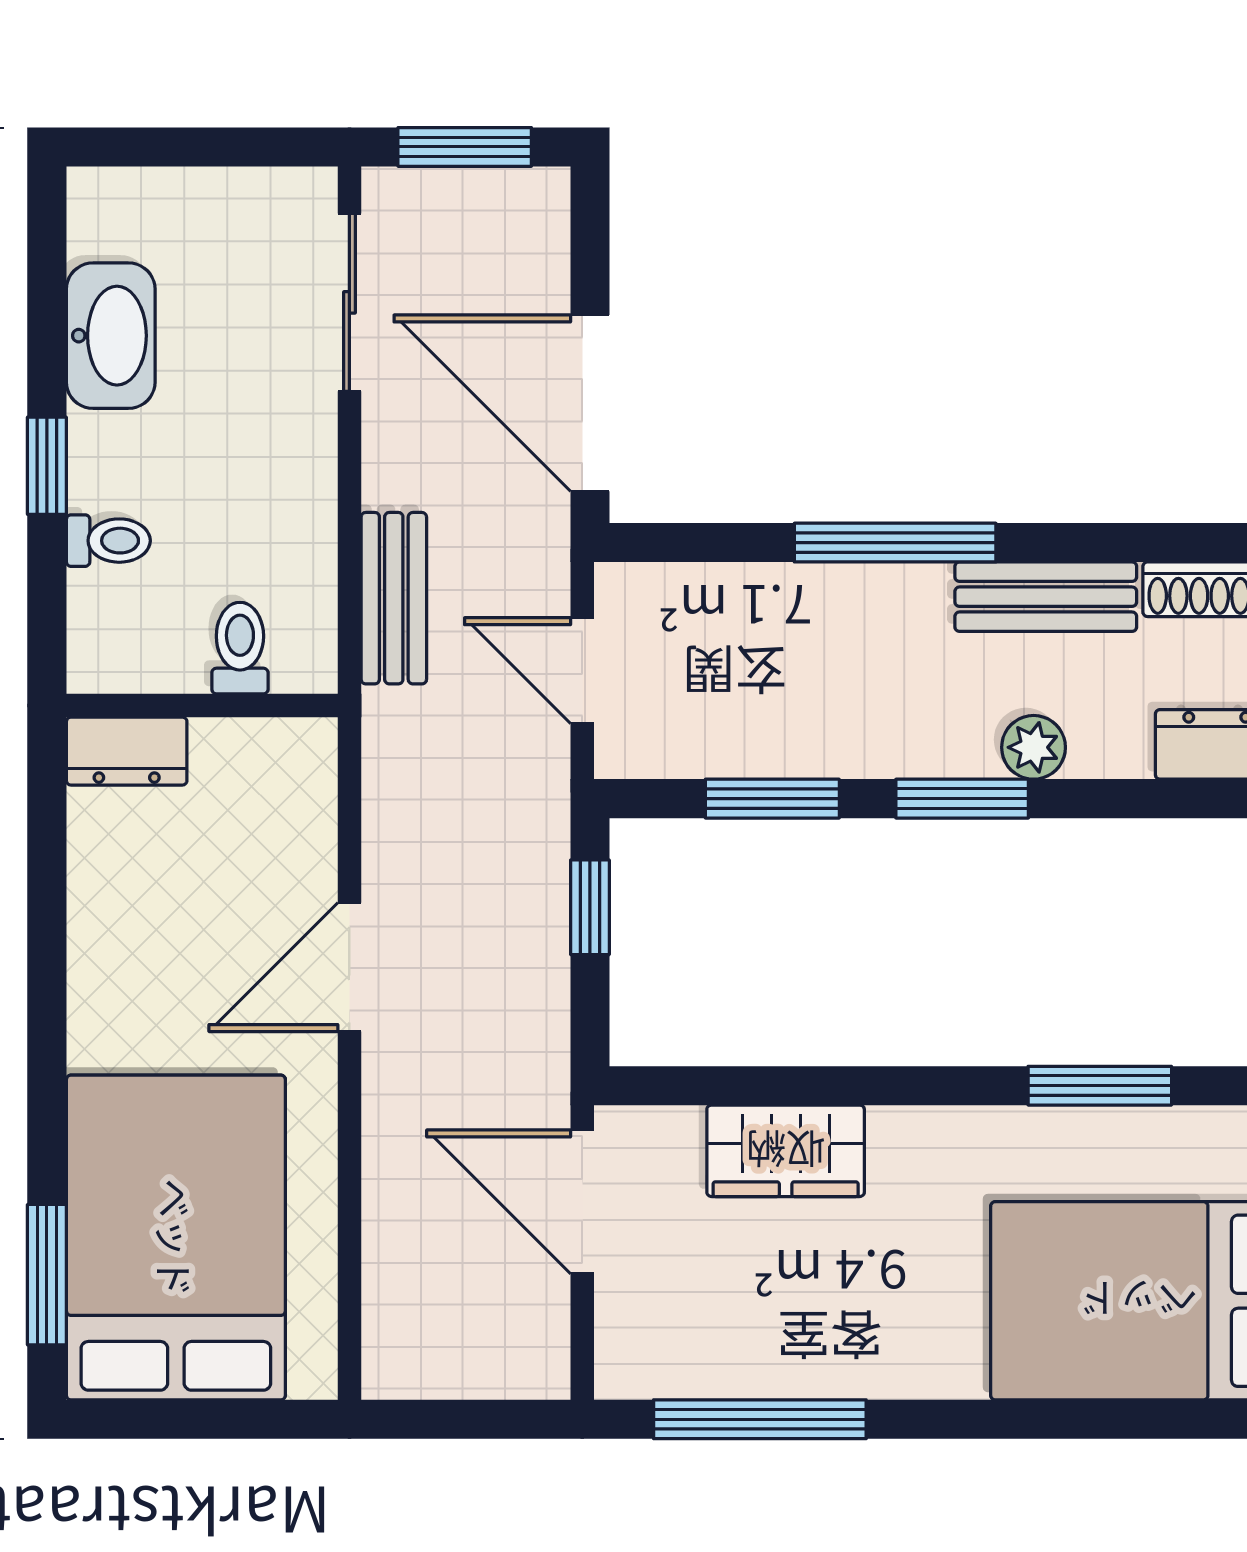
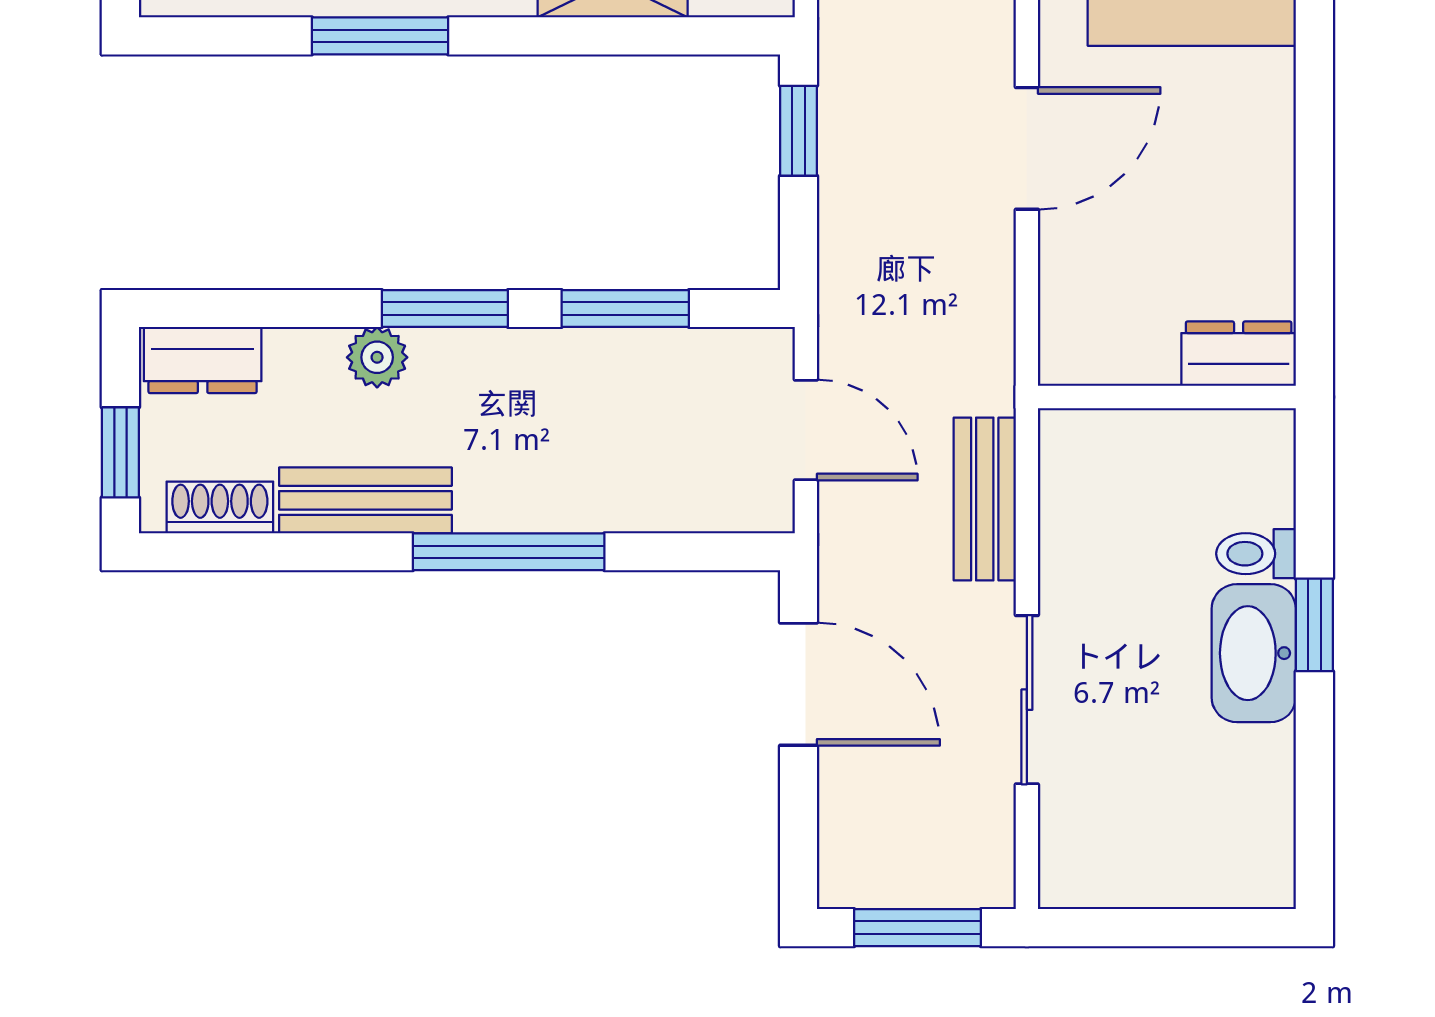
sliding door: (349, 302) -> (1027, 700), moved
washbasin: (111, 336) -> (1254, 653), moved
door: (590, 403) -> (798, 684), width x0.73
toilet: (240, 648) -> (1131, 452), removed
window: (590, 907) -> (798, 131), moved
window: (1100, 1086) -> (380, 36), moved

